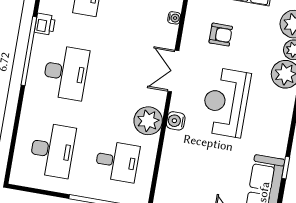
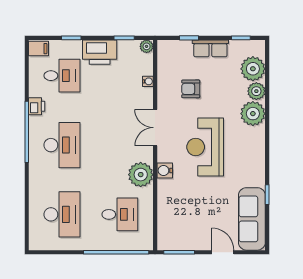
armchair: (221, 35) -> (191, 89), turned 180

